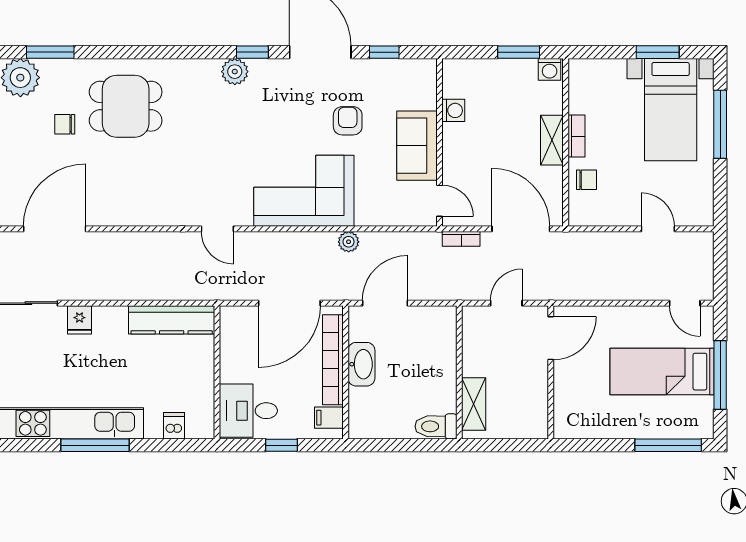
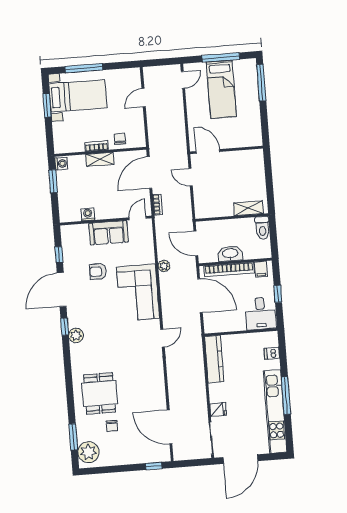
wall: (459, 372) -> (232, 217), moved
shelving: (474, 404) -> (248, 208), moved
toilet: (436, 426) -> (262, 228), moved

